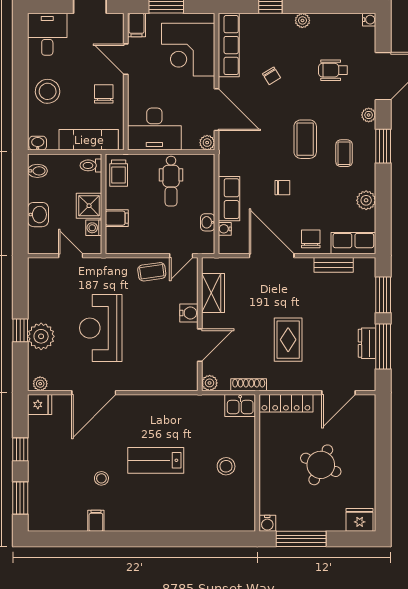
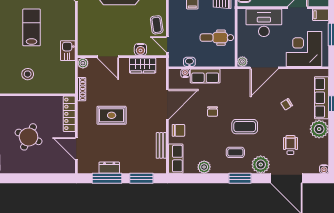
plant: (302, 20) -> (319, 129), width x1.88, depth x1.88
row of seats: (229, 45) -> (321, 98), moved, turned 90
plant: (369, 115) -> (261, 165), width x1.88, depth x1.88
desk: (154, 129) -> (264, 23), moved, turned 90
water cooler: (189, 313) -> (140, 49), moved
kitchen sink: (240, 406) -> (68, 51), moved

